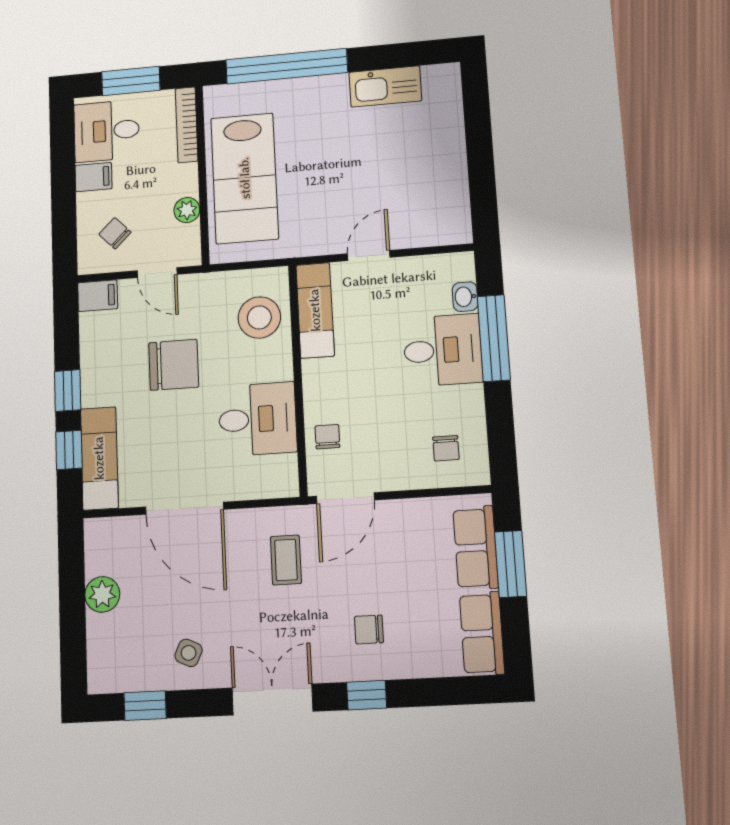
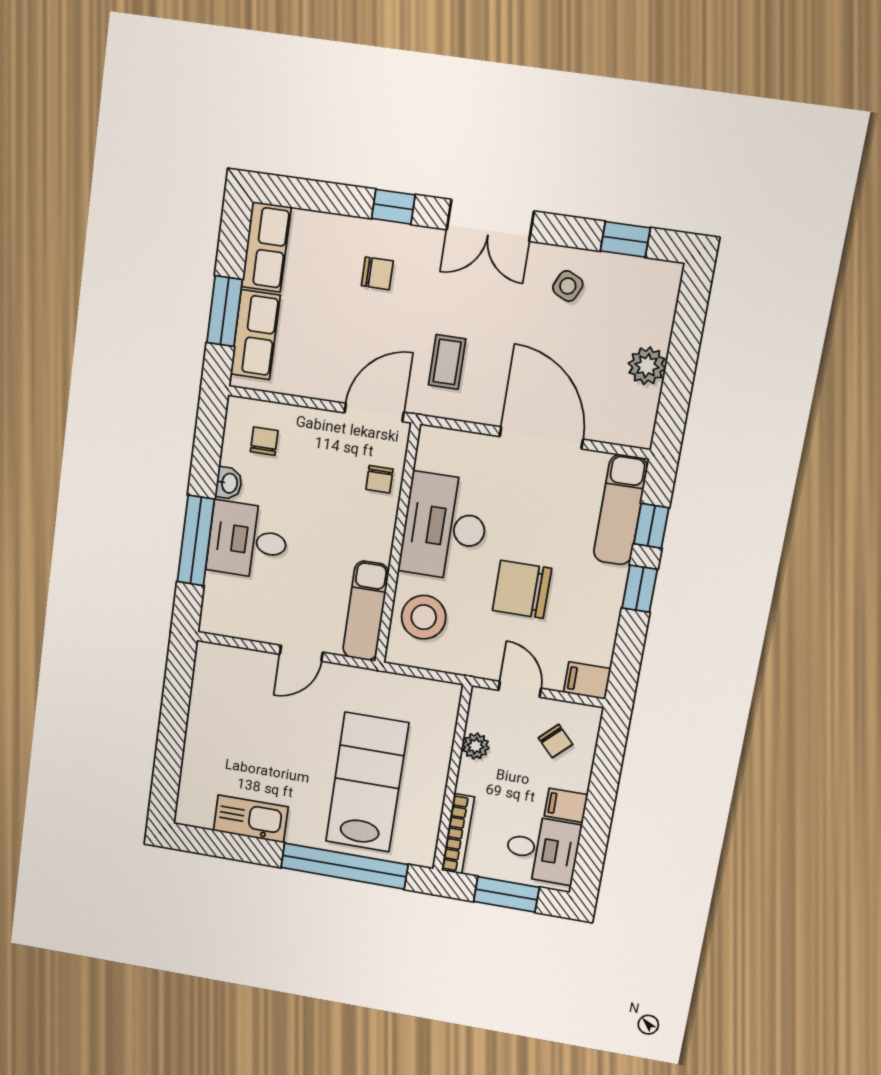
lab bench: (245, 178) -> (367, 782), moved
washbasin: (465, 297) -> (229, 483), moved
desk: (258, 419) -> (445, 527), width x1.37

